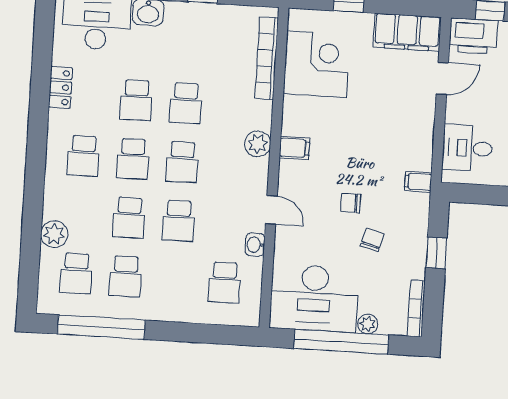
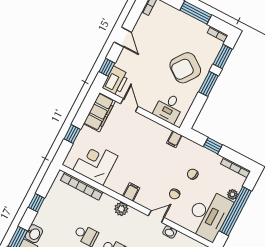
chair: (351, 203) -> (175, 194), moved

